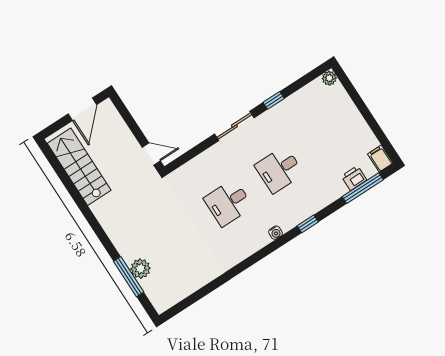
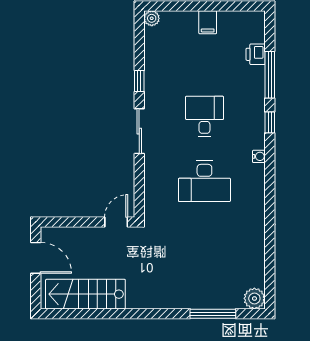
filing cabinet: (380, 158) -> (208, 22), moved, turned -90
desk: (279, 170) -> (204, 116), turned 180
window: (363, 188) -> (270, 75), moved
desk: (228, 203) -> (204, 181), width x1.37
plant: (140, 269) -> (254, 298), moved

